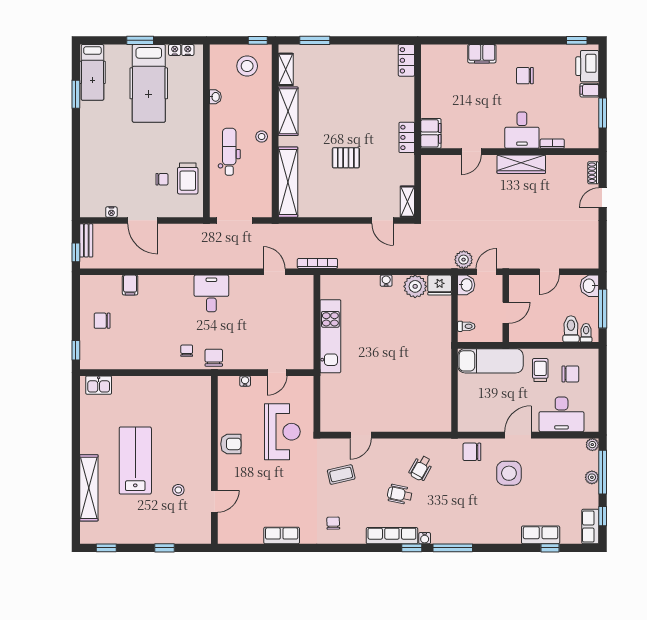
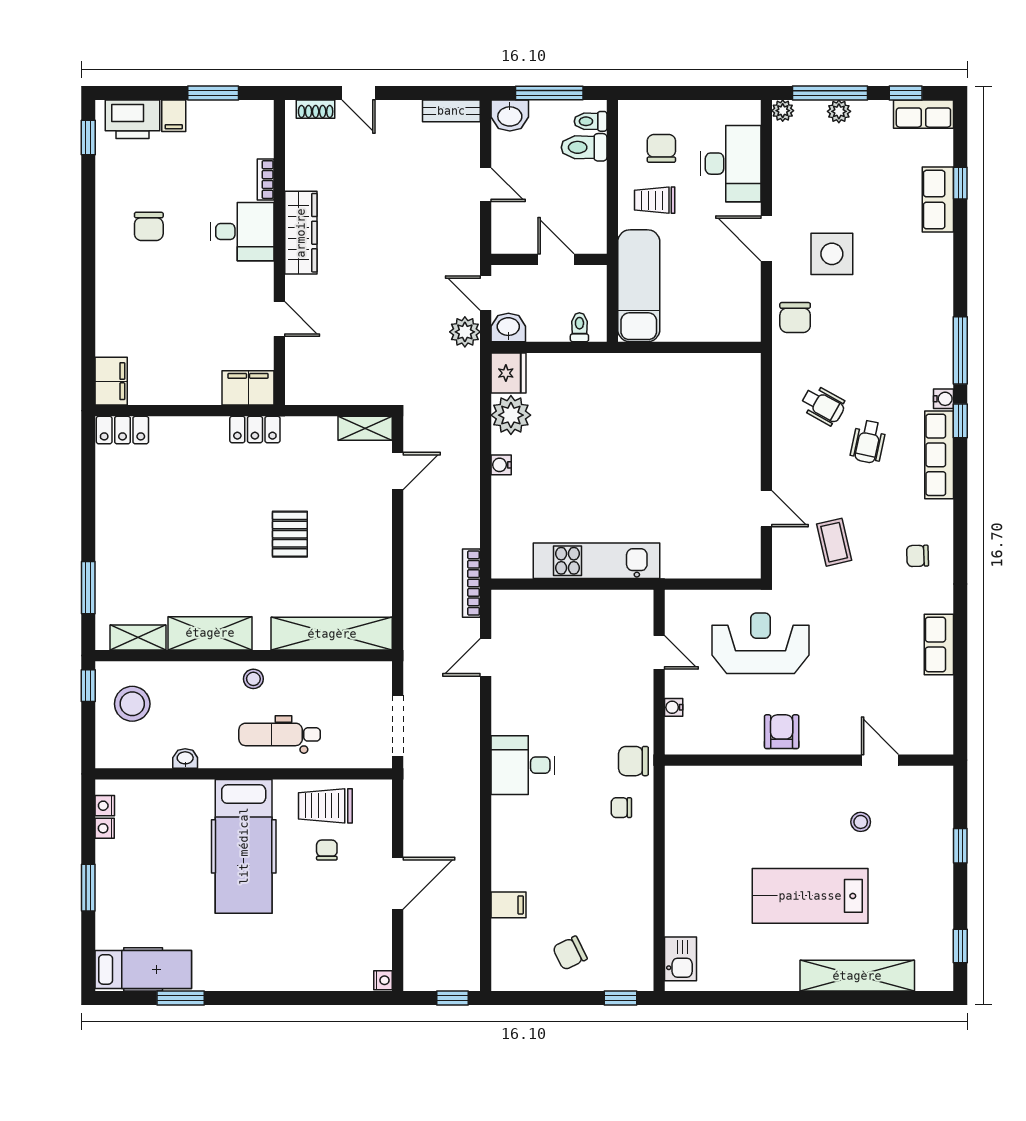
filing cabinet: (482, 54) -> (111, 381), moved
hospital bed: (149, 83) -> (244, 846), moved, turned 90
trolley: (188, 178) -> (325, 806), turned 180
nightstand: (111, 212) -> (383, 980), moved
bench: (86, 240) -> (451, 111), moved
chair: (102, 321) -> (570, 953), turned 64

